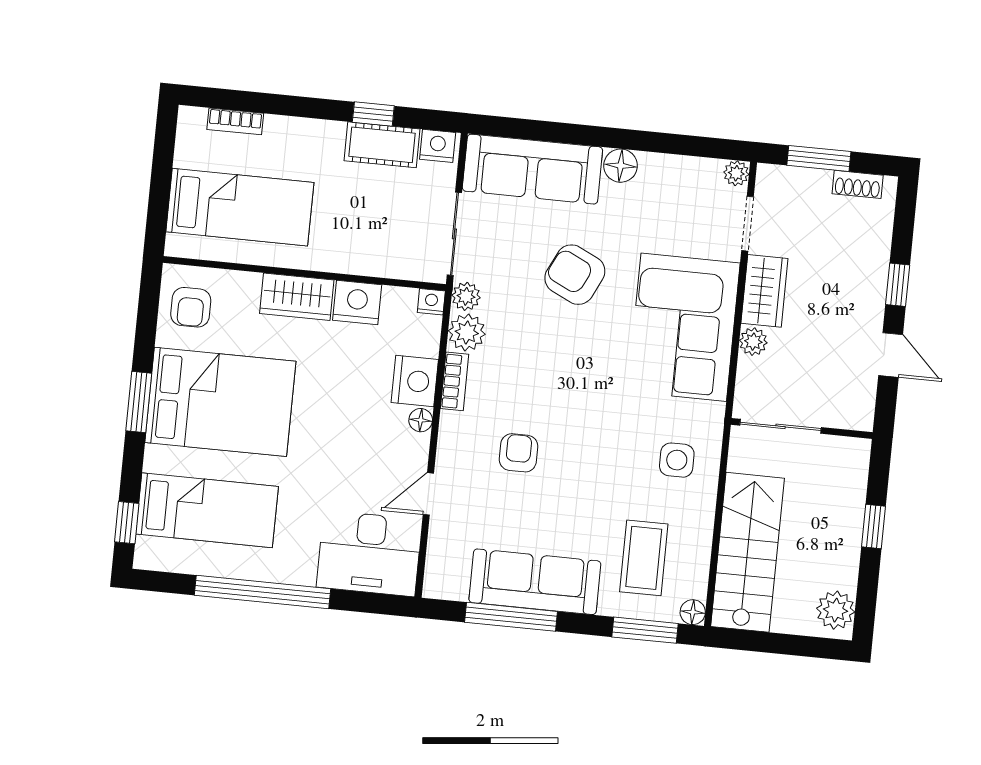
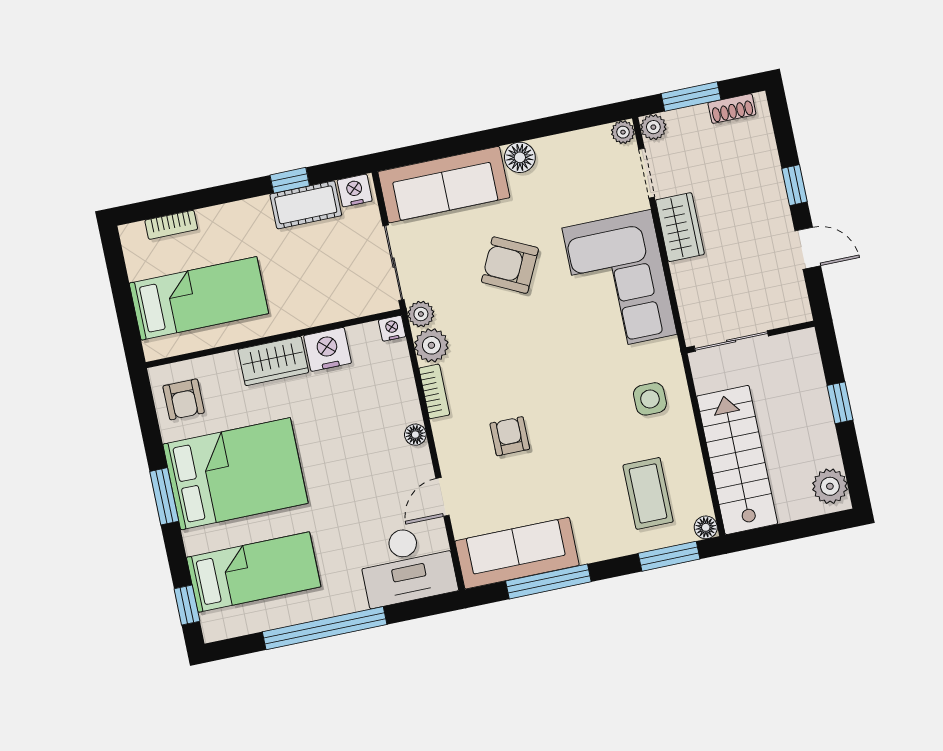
plant: (753, 342) -> (653, 127), moved
nightstand: (415, 381) -> (399, 402), removed
sofa: (535, 582) -> (517, 553), moved

